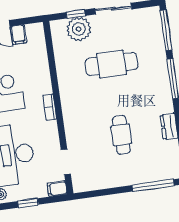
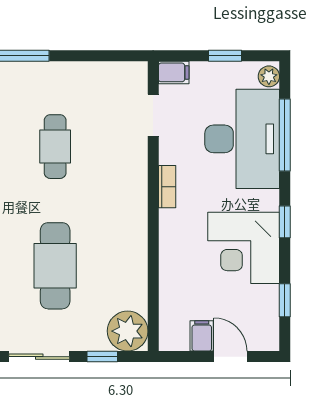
plant: (79, 29) -> (128, 331), moved
cafe table: (111, 64) -> (55, 266), turned 90
bookcase: (50, 107) -> (167, 187), moved

